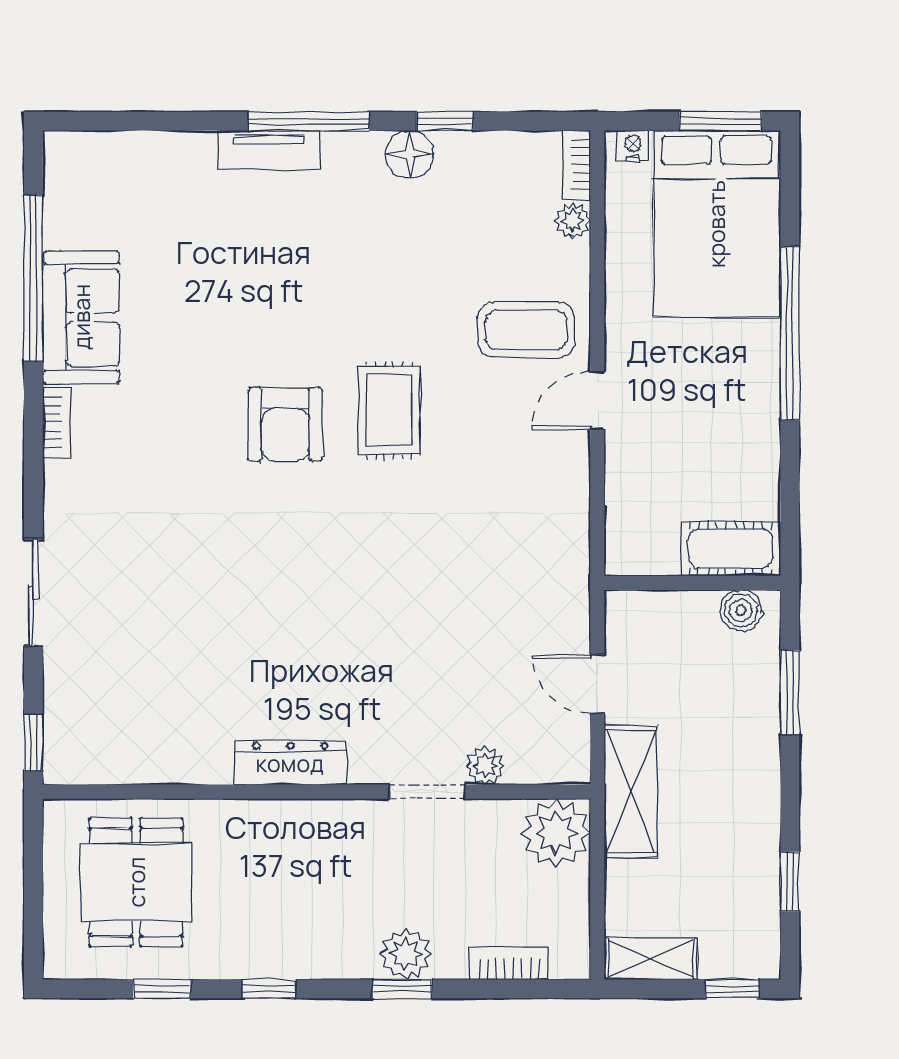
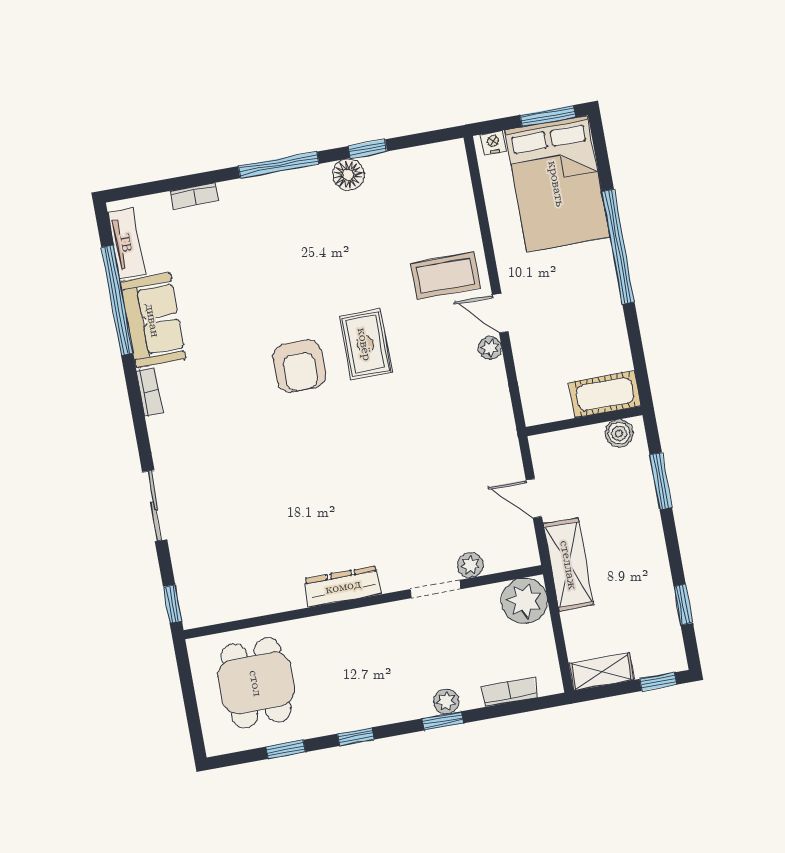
tv unit: (269, 150) -> (126, 243), moved, turned -90
bookcase: (576, 165) -> (194, 196), moved, turned -90
plant: (573, 221) -> (490, 348), moved
door: (597, 400) -> (500, 313), hinge flipped
plant: (406, 954) -> (446, 701), width x0.73, depth x0.73

